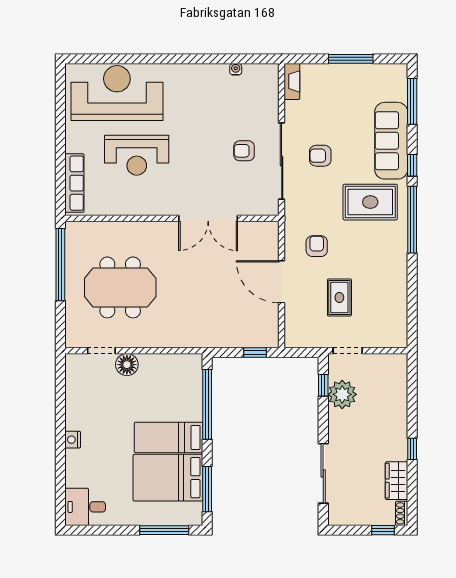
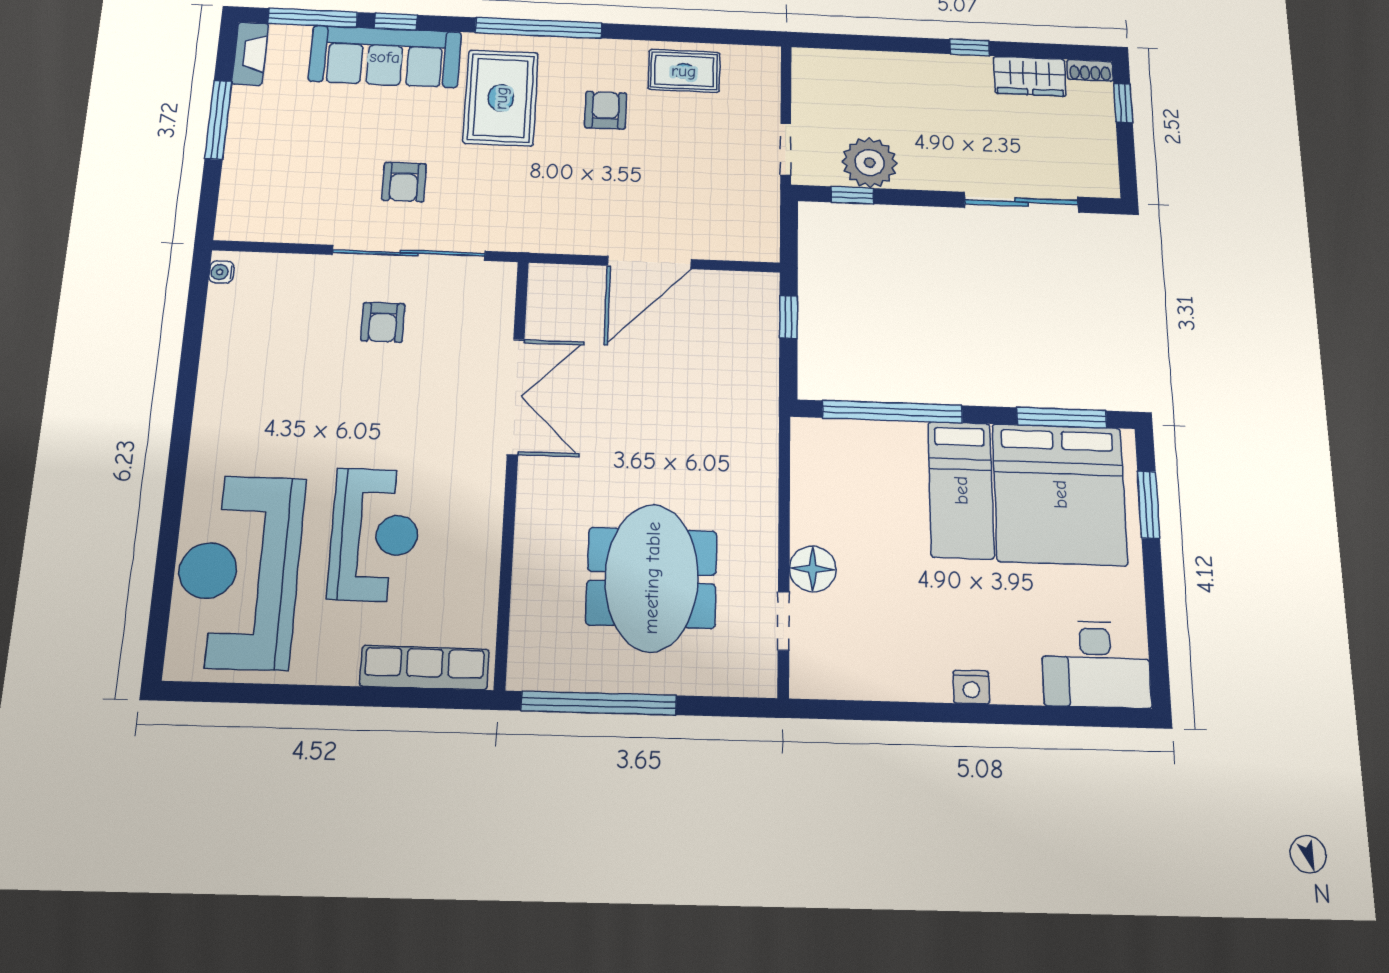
water cooler: (236, 69) -> (222, 272), moved
fireplace: (292, 81) -> (250, 54), moved, turned 90
window: (412, 165) -> (396, 21), moved
armchair: (317, 246) -> (606, 110), moved, turned 90
rug: (339, 297) -> (684, 71), moved
bed: (168, 478) -> (1060, 494), width x1.36
desk: (85, 507) -> (1096, 664), width x1.37
window: (164, 530) -> (1149, 505), width x0.69

